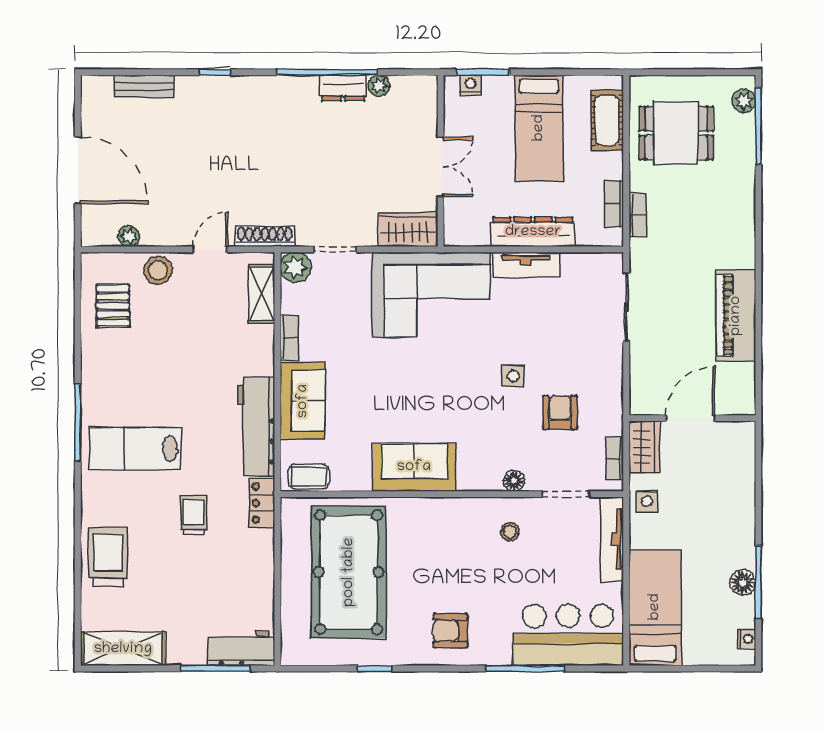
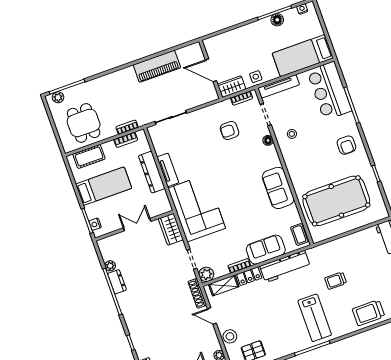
side table: (513, 376) -> (220, 158), removed
locker: (262, 503) -> (249, 276), moved

